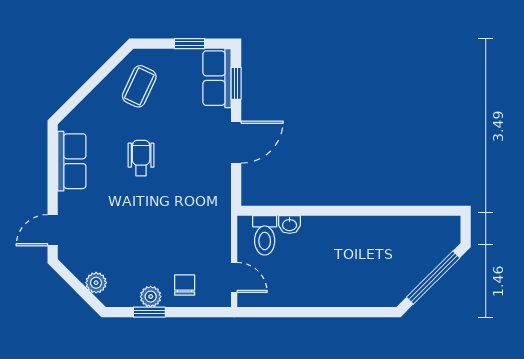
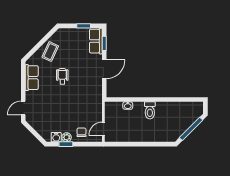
coffee table: (139, 86) -> (50, 52), moved
toilet: (265, 235) -> (150, 110), moved
door: (234, 277) -> (103, 129), swing flipped
plant: (96, 283) -> (42, 131), removed
water cooler: (127, 296) -> (56, 137), added

